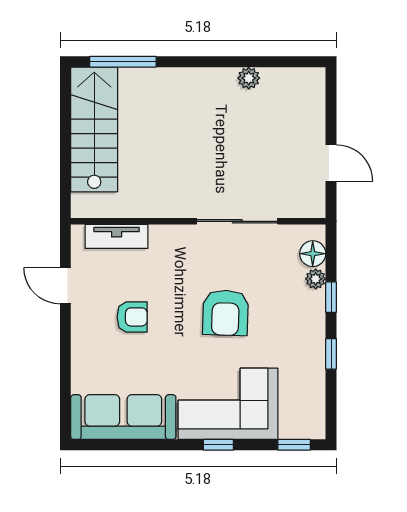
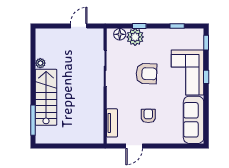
stairs: (94, 129) -> (46, 97), moved, turned 90
plant: (316, 279) -> (135, 37), width x1.88, depth x1.88
window: (331, 354) -> (177, 26), moved

